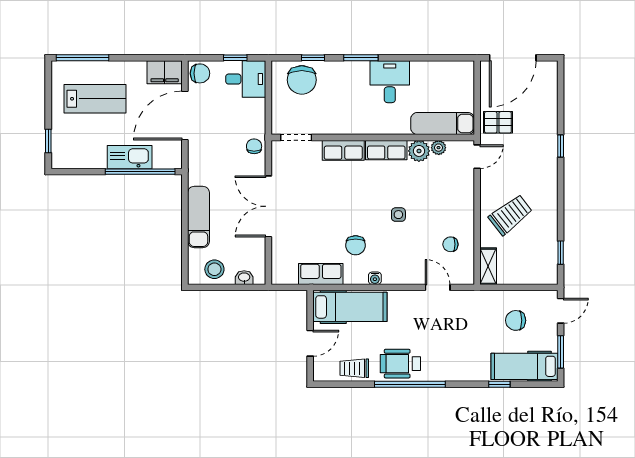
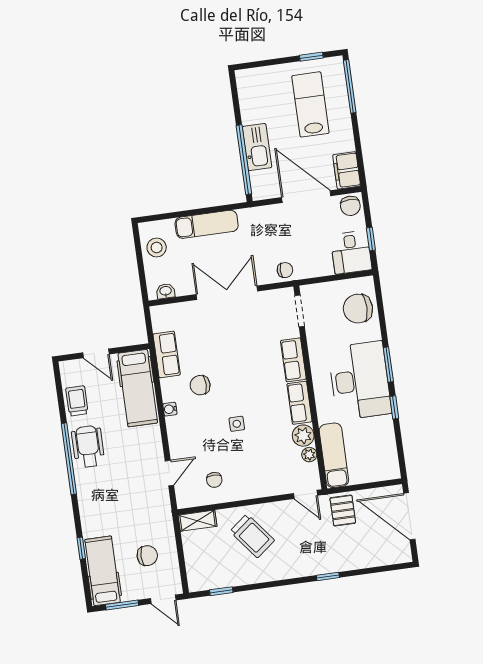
window: (313, 58) -> (394, 407), moved
desk: (390, 82) -> (360, 381), width x1.87, depth x1.30
lab bench: (95, 99) -> (310, 104), turned 180
window: (48, 141) -> (311, 57), moved
chair: (450, 244) -> (214, 480), turned 180
washbasin: (244, 278) -> (166, 291), moved, turned -90
chair: (516, 320) -> (147, 556), turned 90

